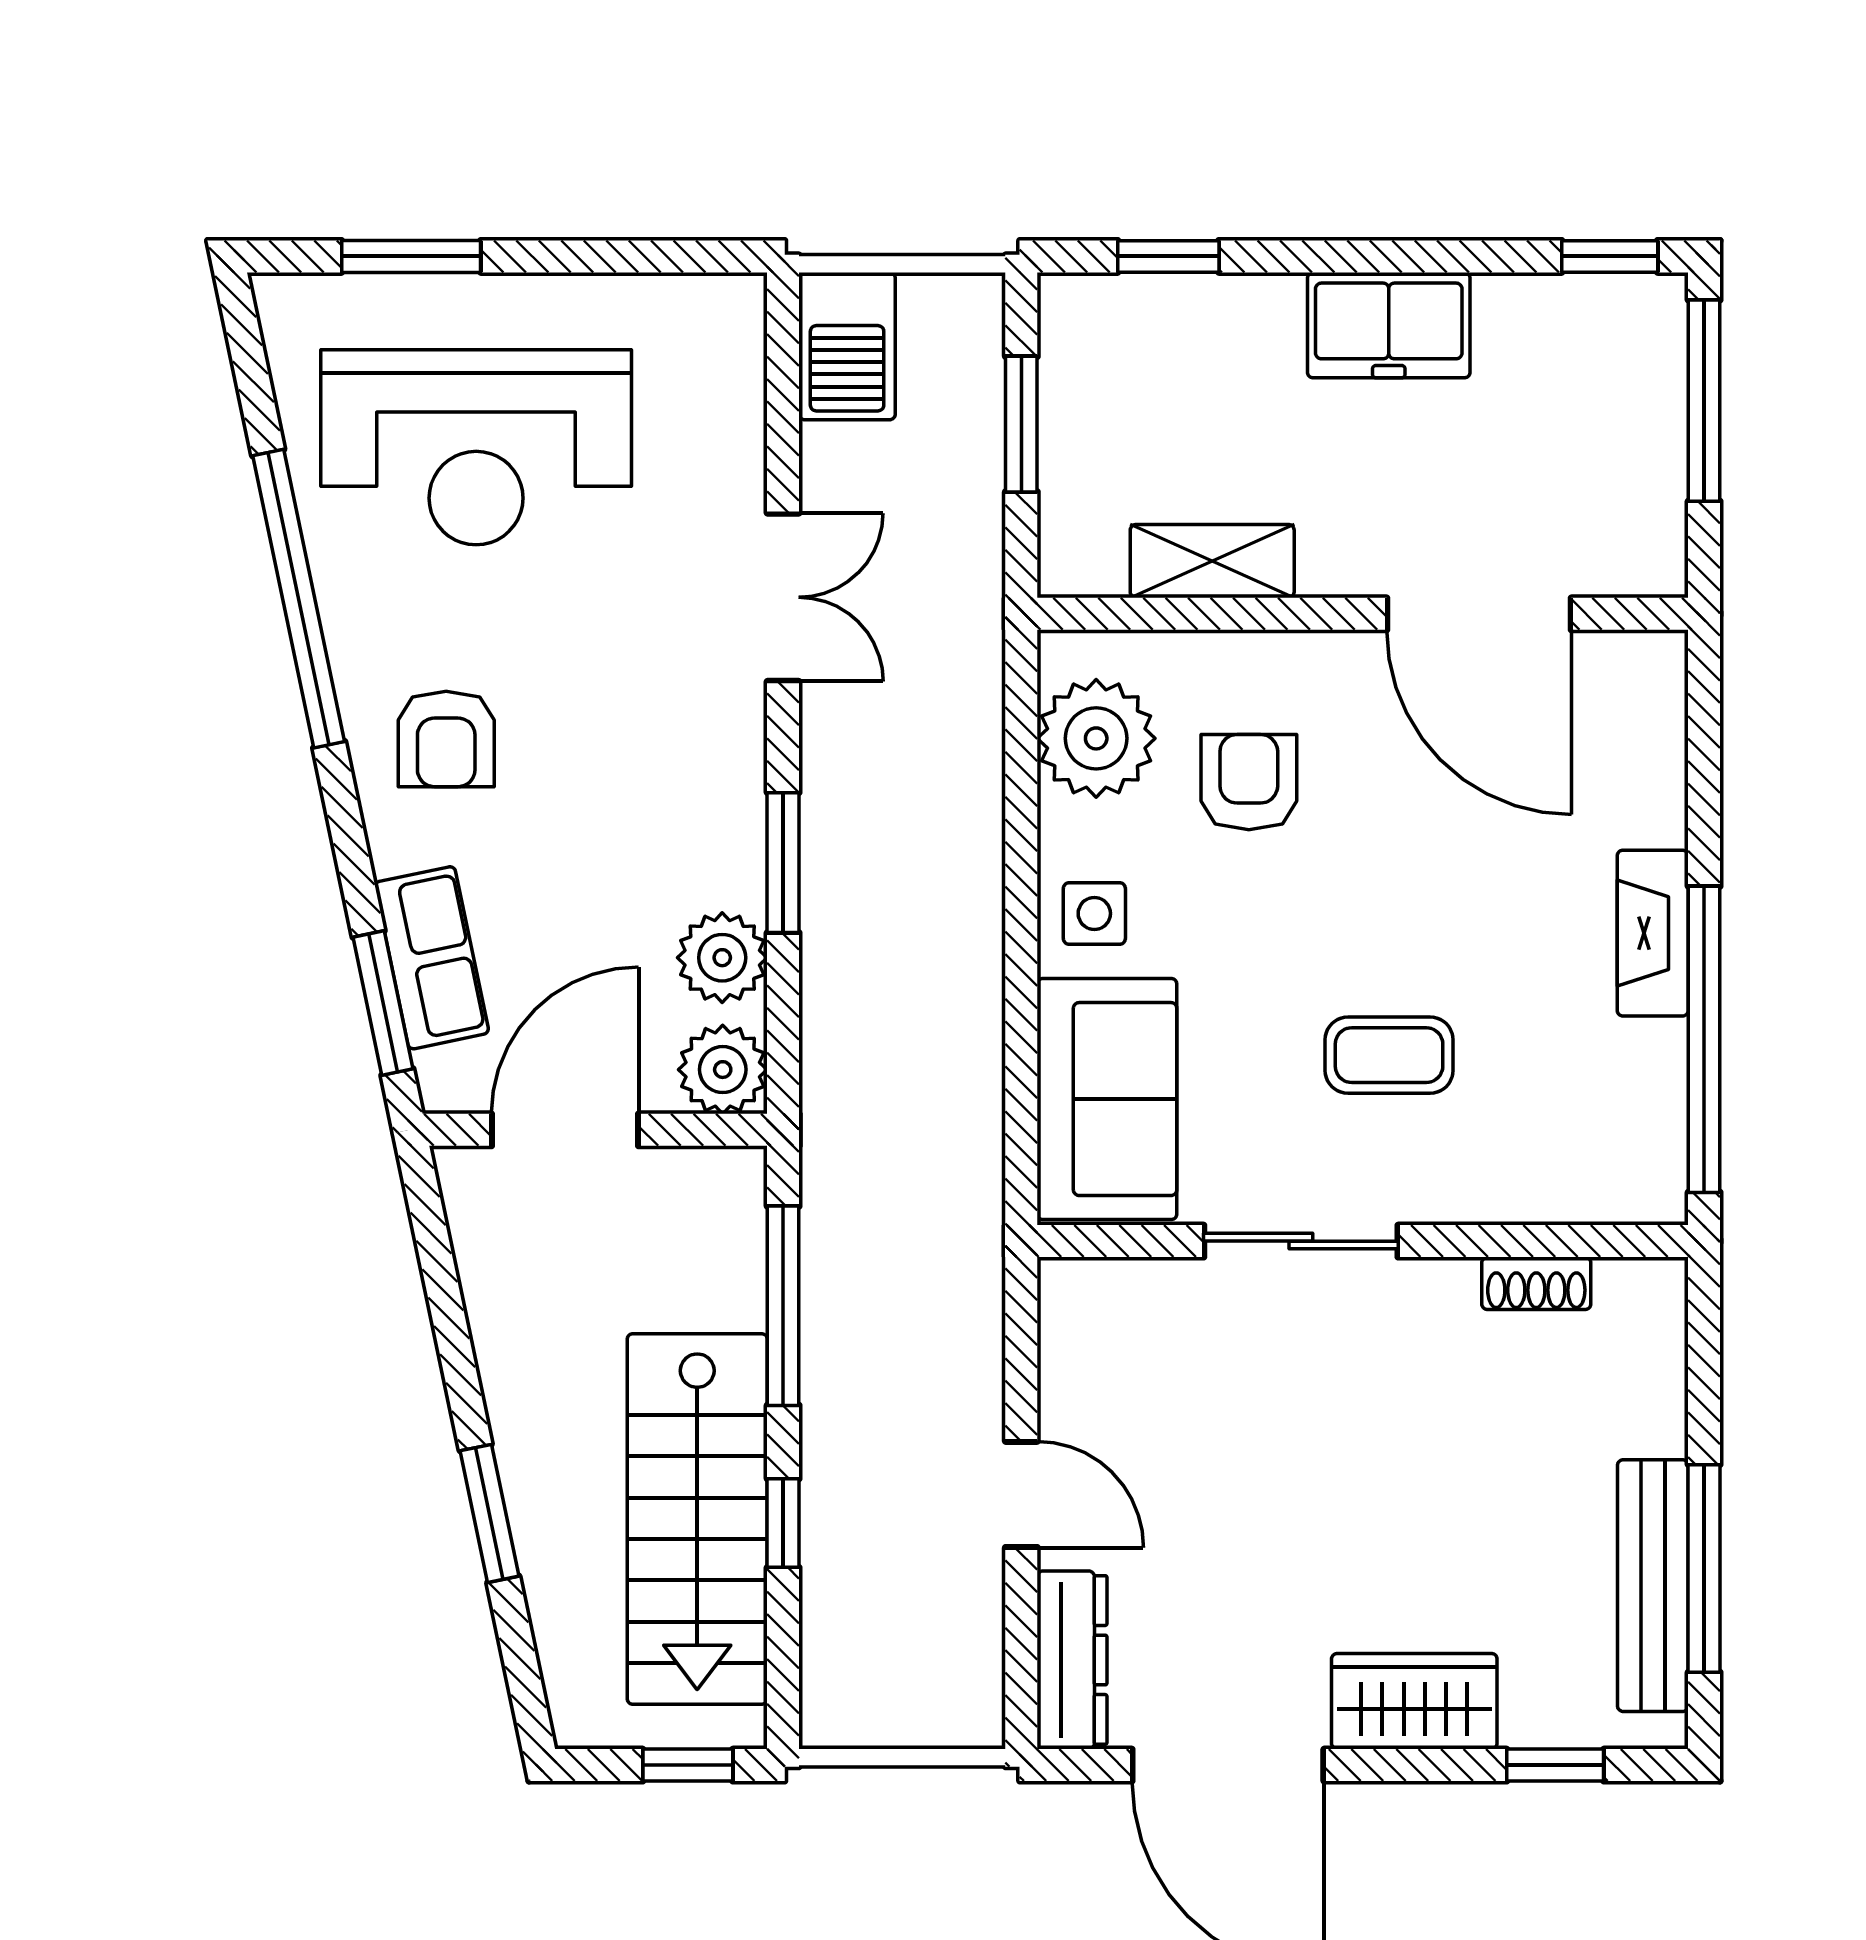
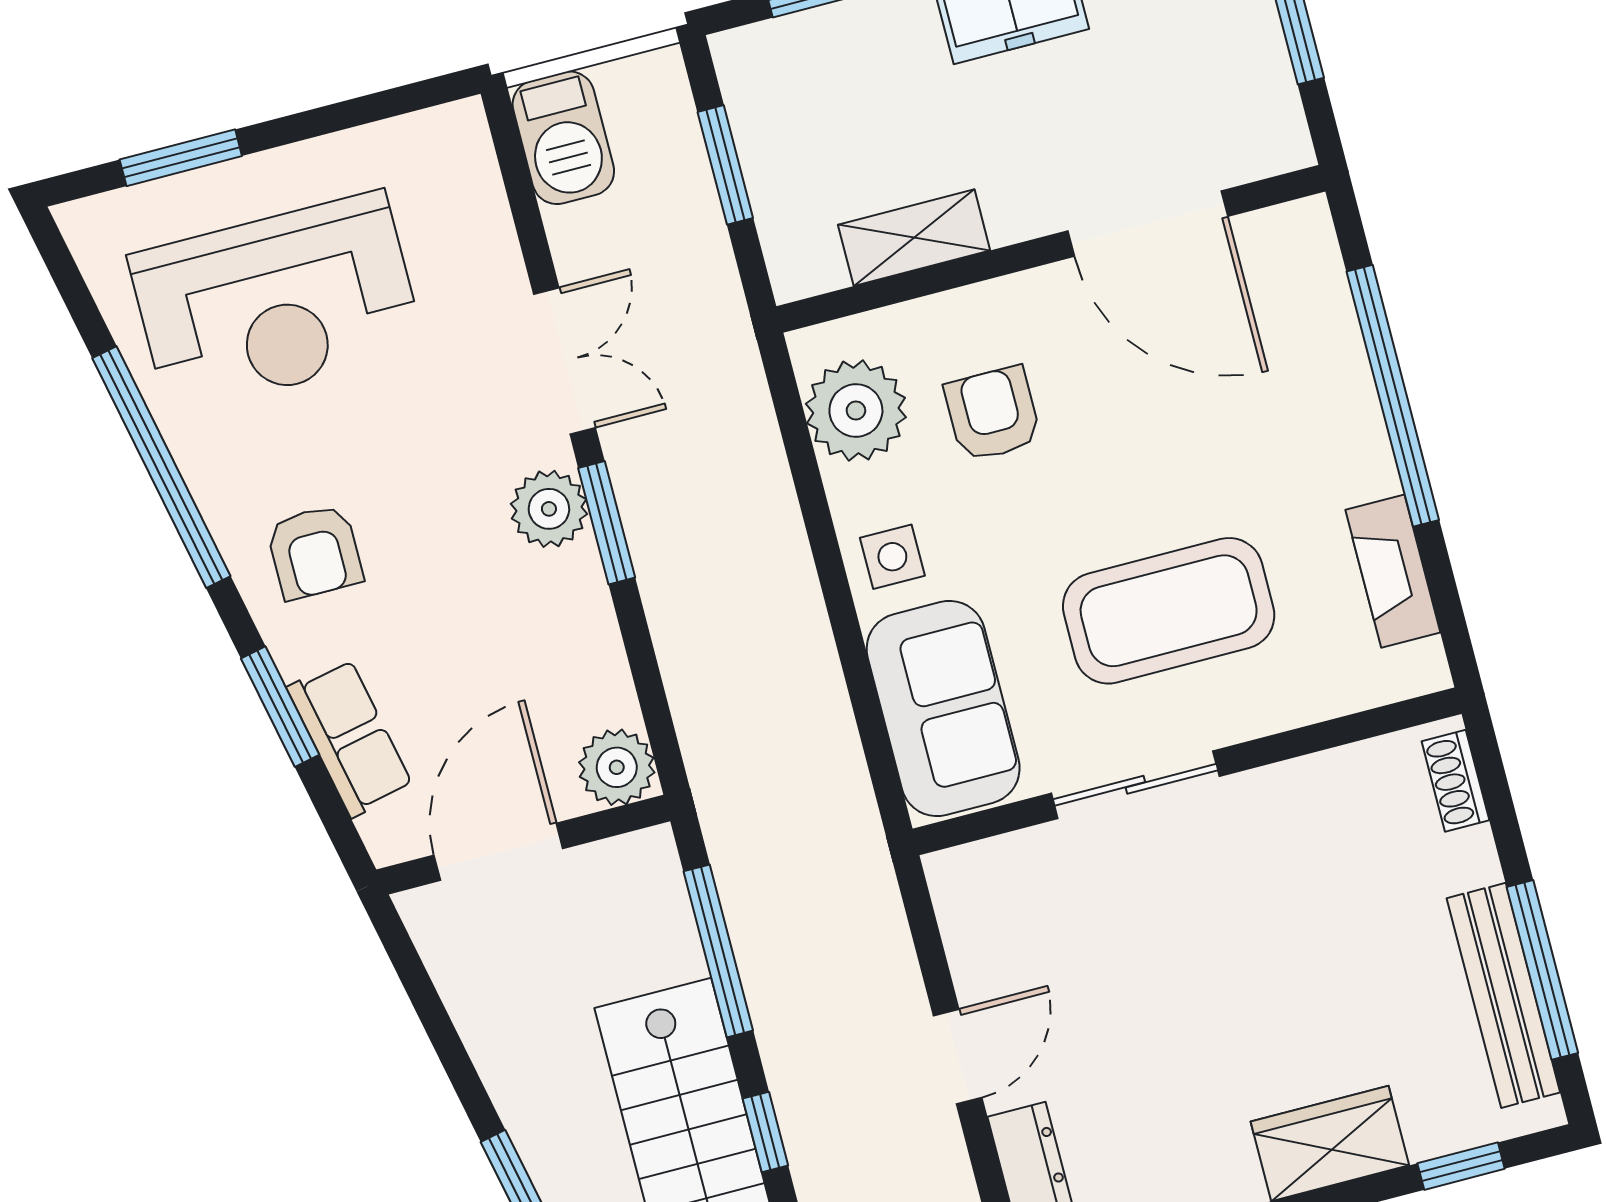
window: (783, 863) -> (607, 523), moved
fireplace: (1653, 933) -> (1393, 571), moved
plant: (722, 958) -> (549, 509), moved
window: (383, 1003) -> (280, 707), moved
window: (1704, 1039) -> (1393, 396), moved
coffee table: (1389, 1055) -> (1169, 611), width x1.86, depth x1.72
shoe rack: (1536, 1283) -> (1455, 781), moved, turned 90
door: (1021, 1494) -> (958, 1057), hinge flipped

